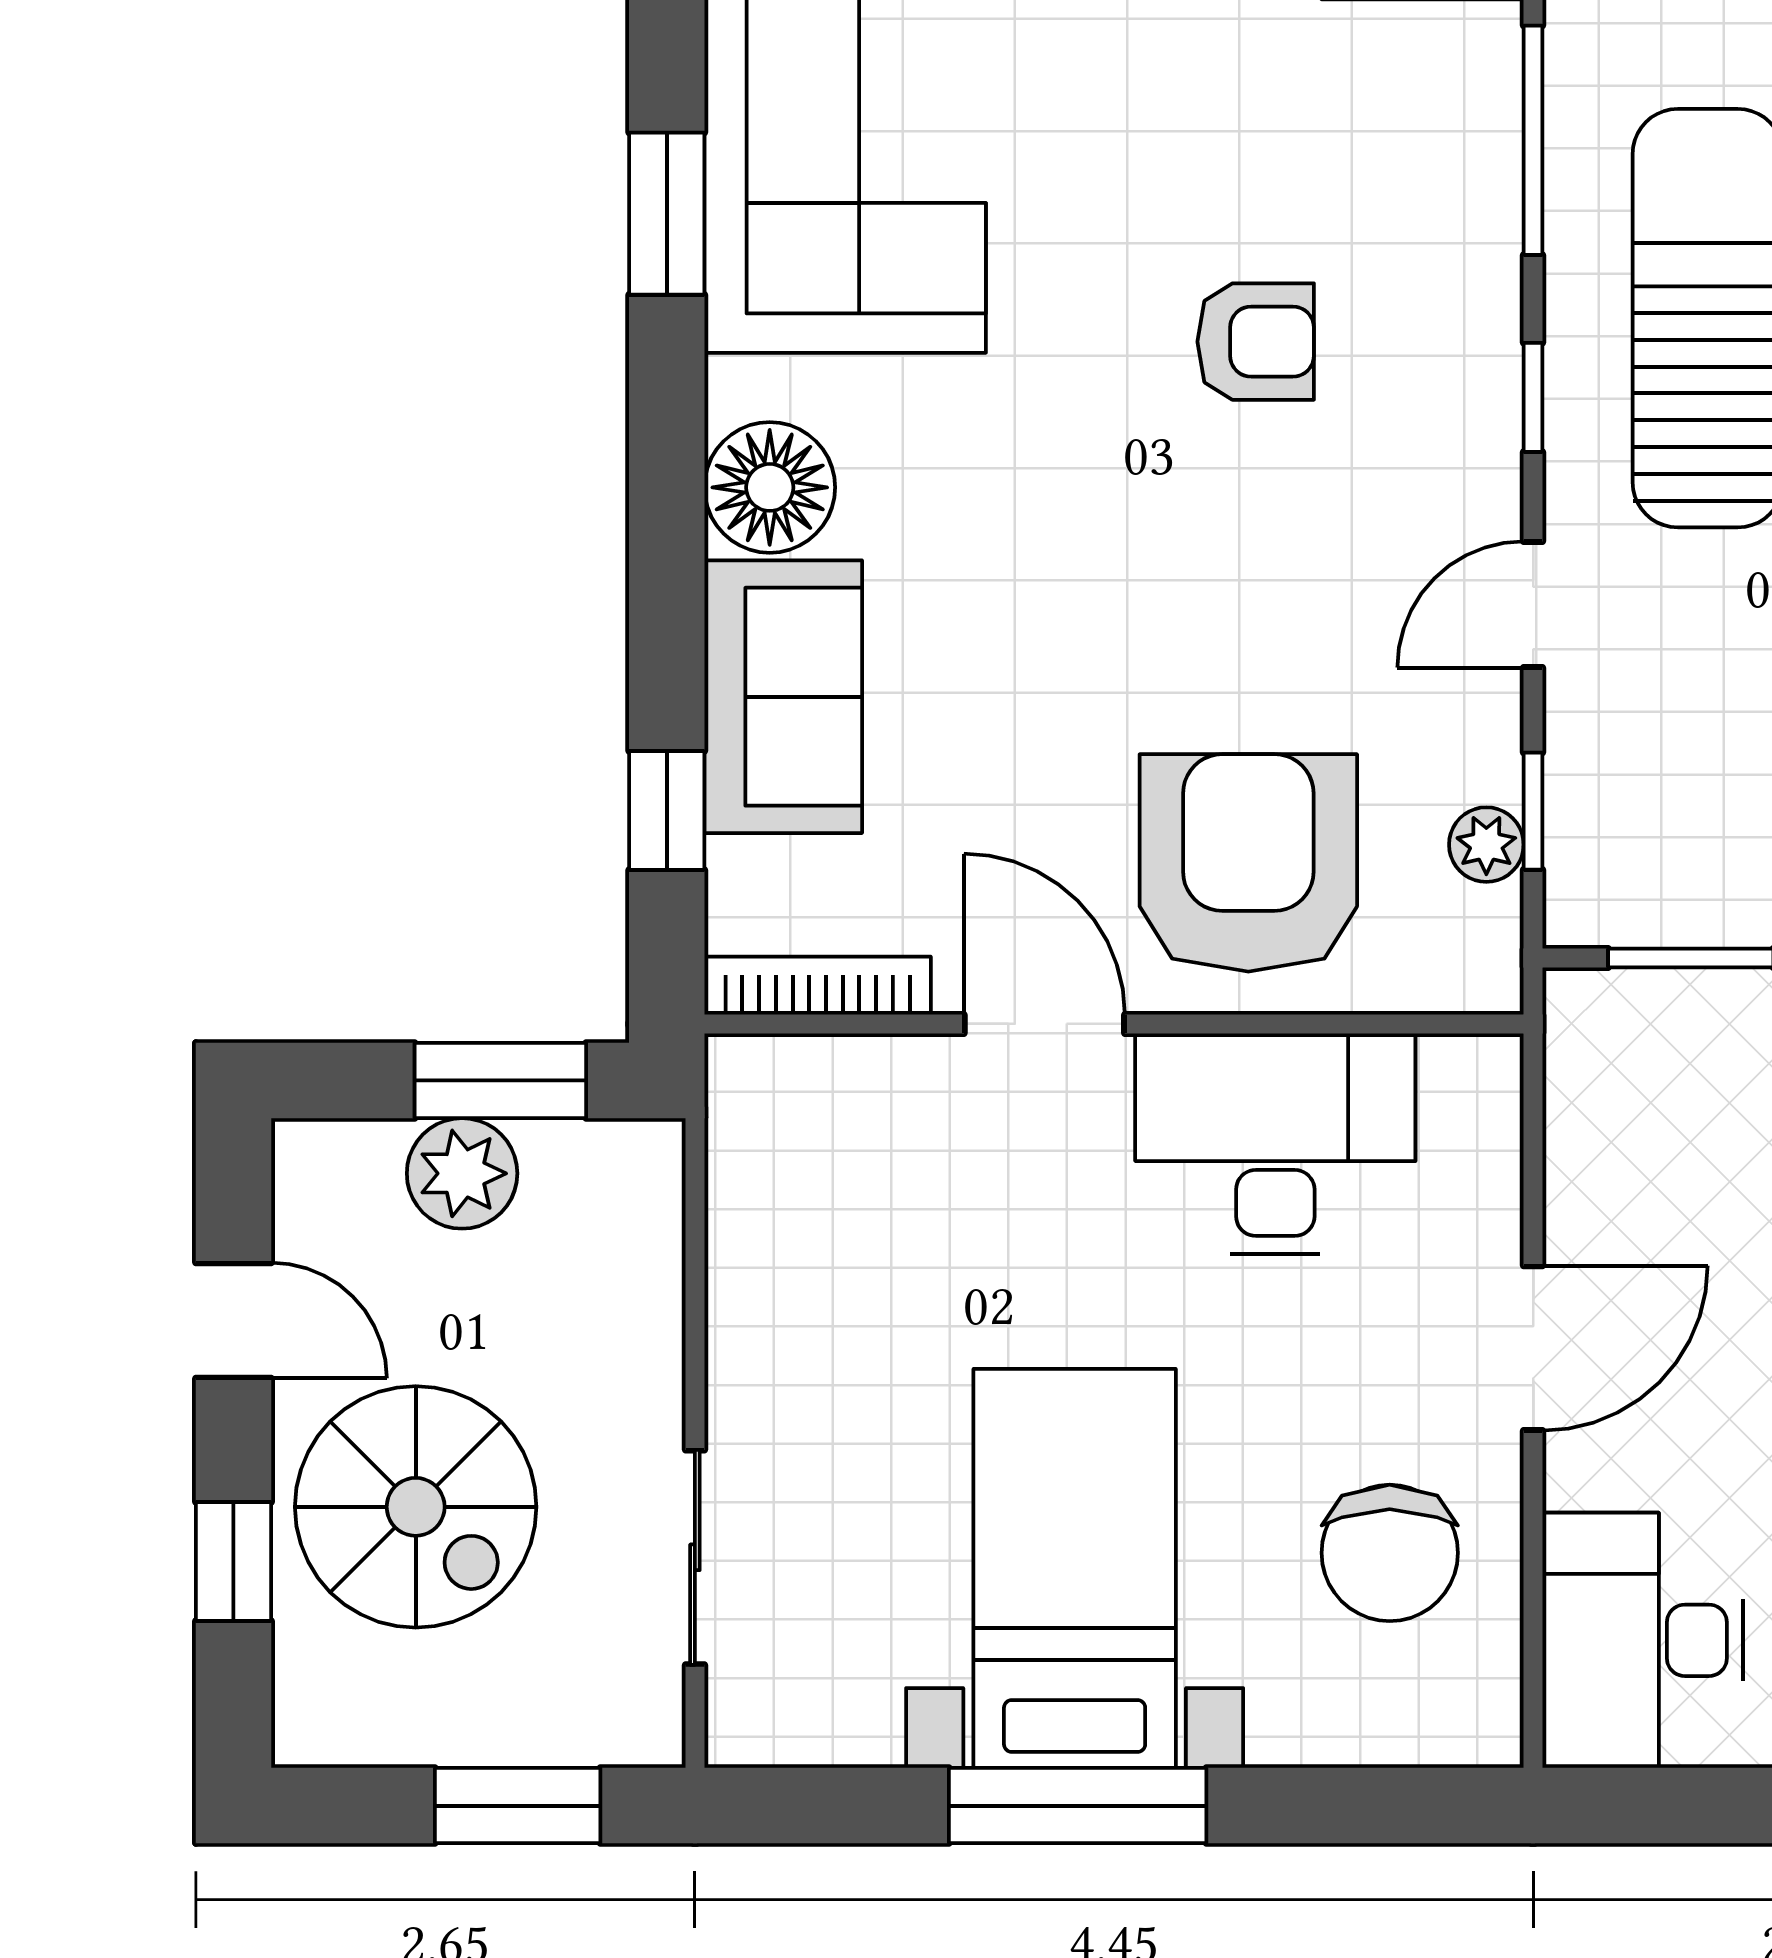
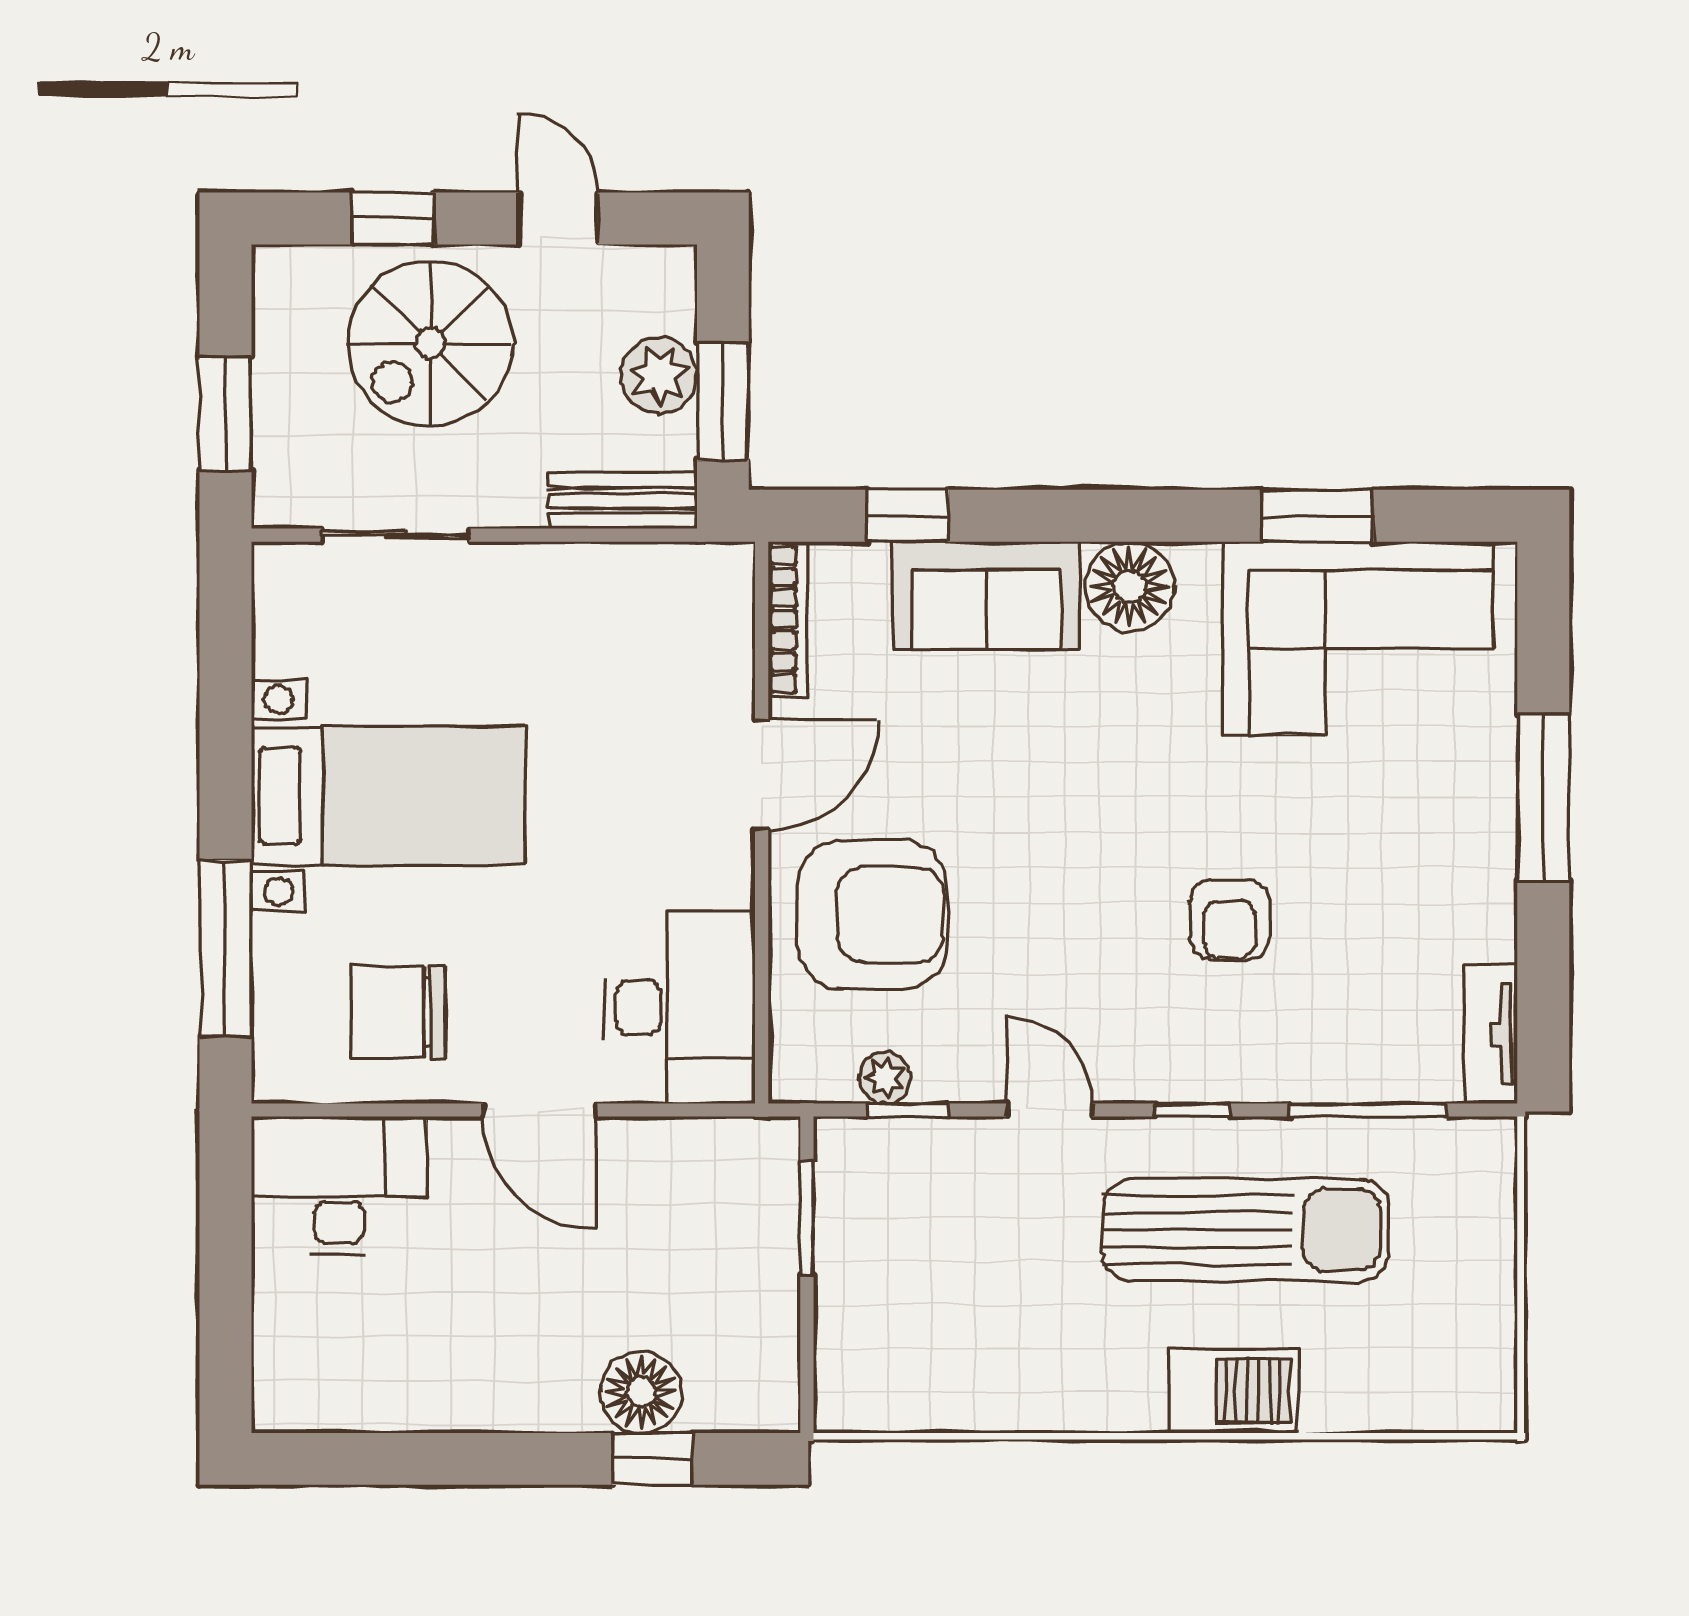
desk: (1275, 1143) -> (680, 1007), moved
bench: (644, 1226) -> (623, 500), added
door: (233, 1320) -> (558, 219), swing flipped
window: (1078, 1806) -> (225, 949), moved

